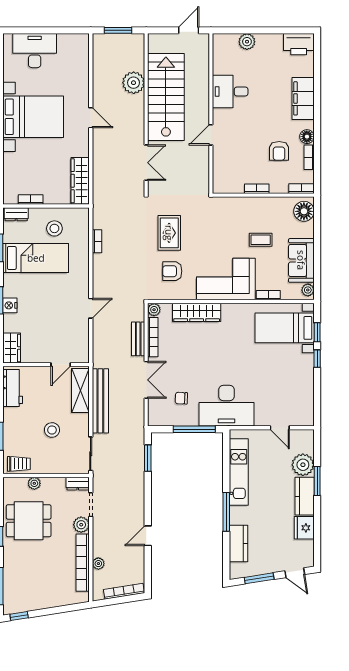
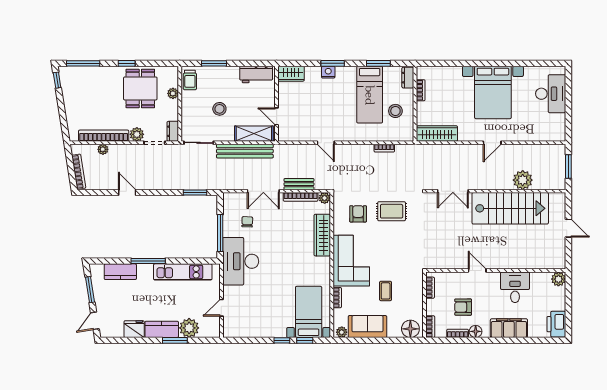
desk: (230, 91) -> (515, 287), moved
wall: (211, 114) -> (496, 270), moved
door: (211, 135) -> (477, 270), moved

